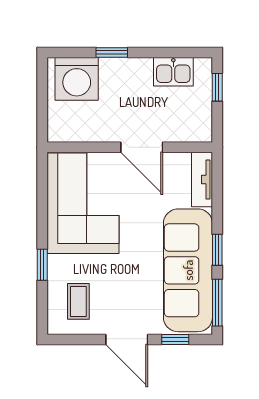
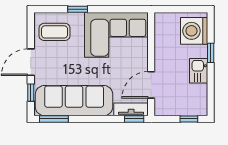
kitchen sink: (173, 72) -> (199, 71), moved
door: (142, 147) -> (151, 85), moved
window: (217, 250) -> (134, 119), moved
coffee table: (78, 301) -> (55, 32), width x1.36, depth x1.30

